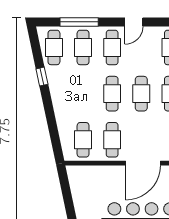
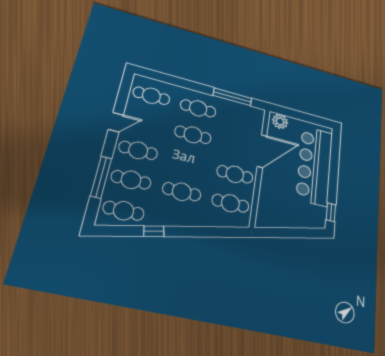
door: (134, 22) -> (116, 122), hinge flipped
cafe table: (112, 94) -> (182, 192), moved
door: (143, 163) -> (262, 151), hinge flipped

